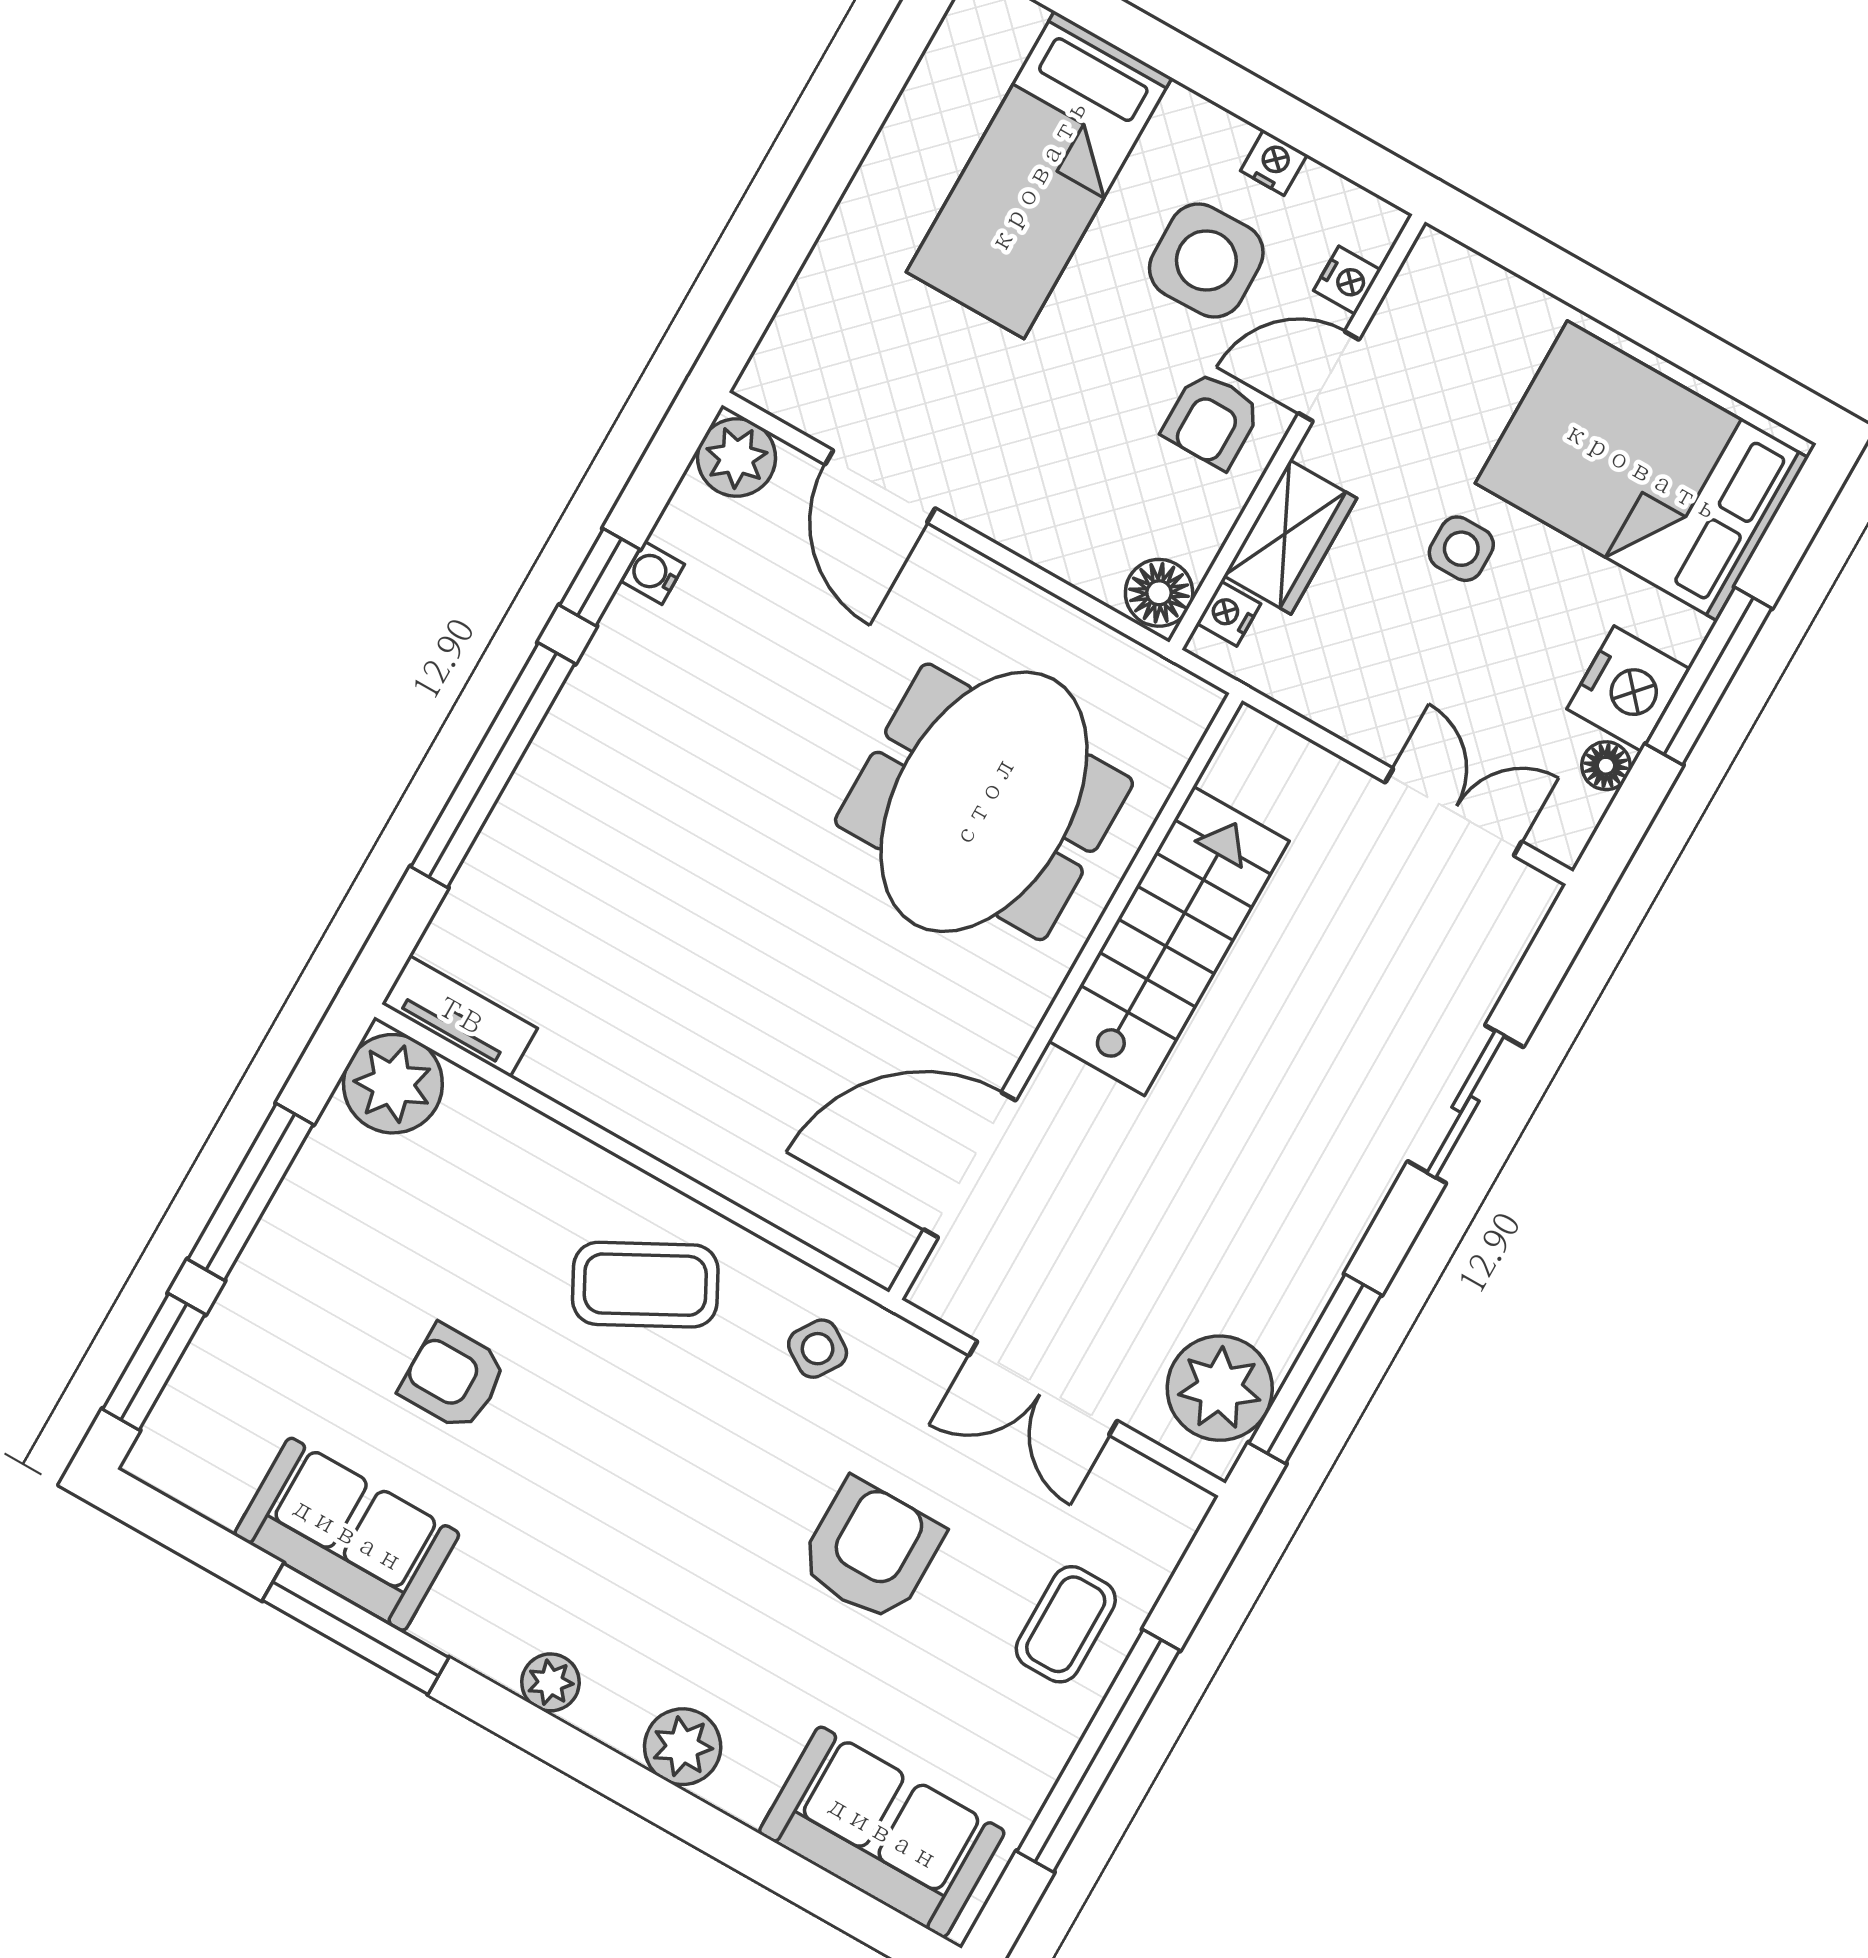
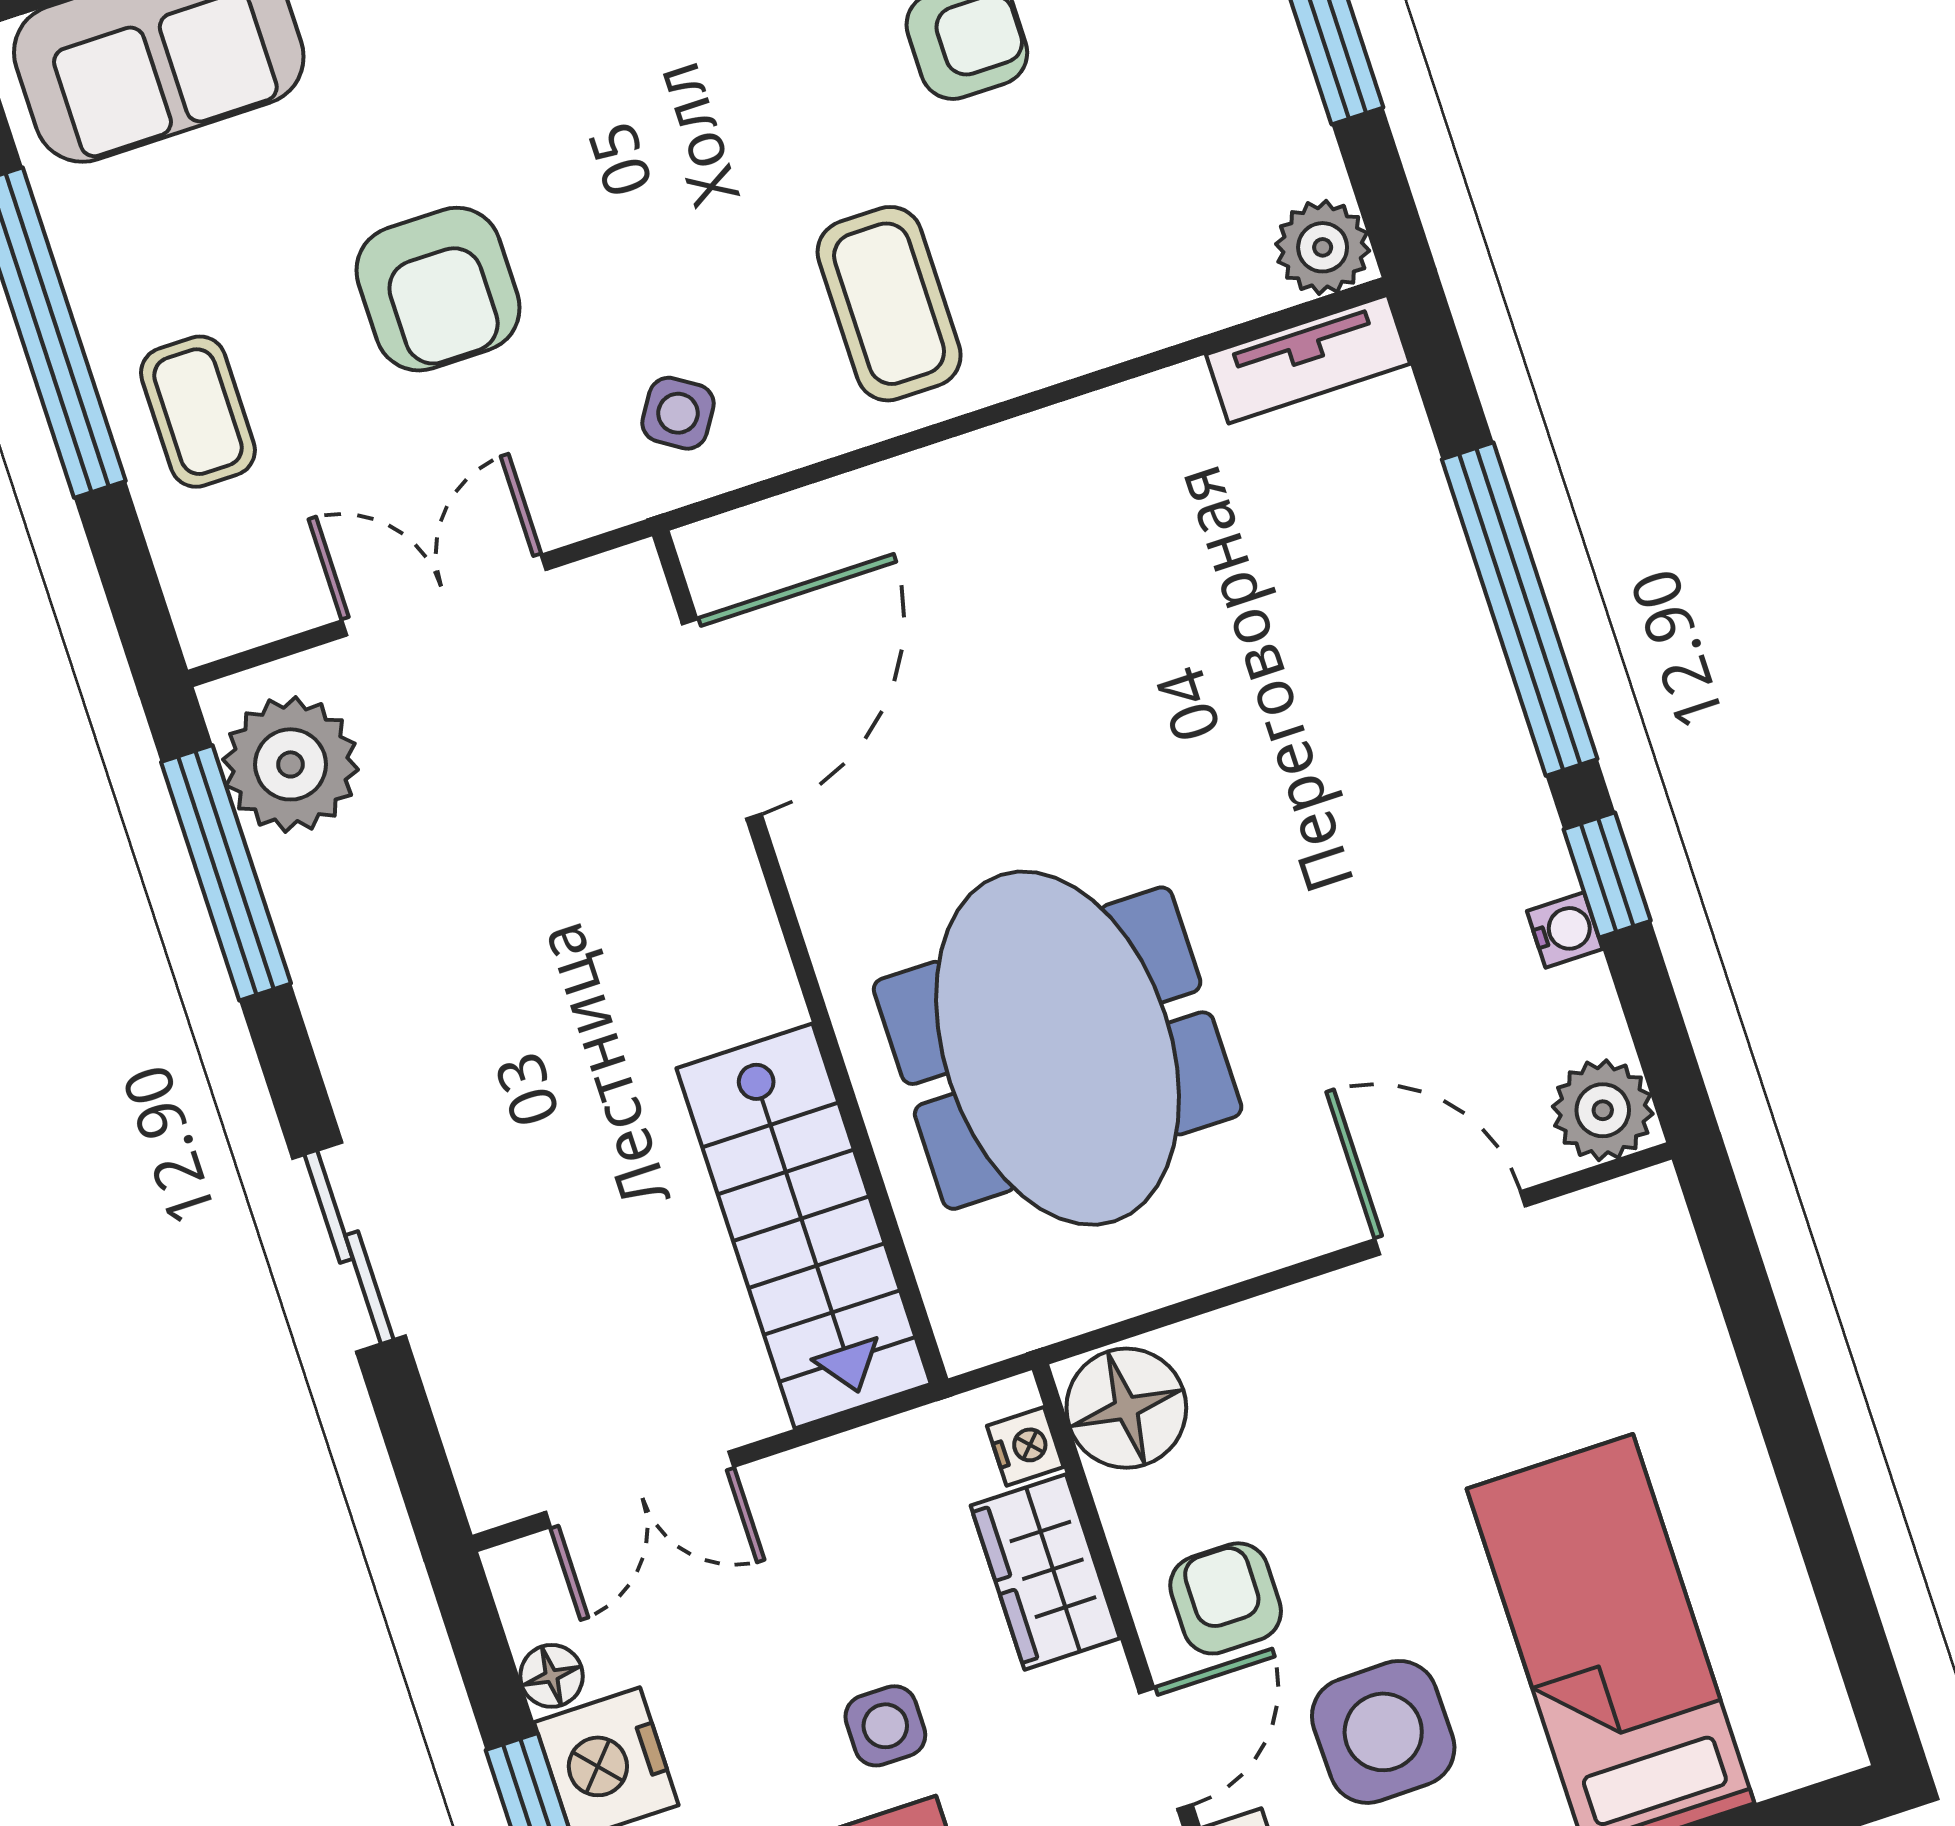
floor lamp: (1159, 593) -> (1126, 1408), width x1.38, depth x1.38
stairs: (1169, 941) -> (804, 1226), moved
plant: (393, 1084) -> (1323, 247), width x0.73, depth x0.73
coffee table: (645, 1285) -> (889, 304), turned -62

